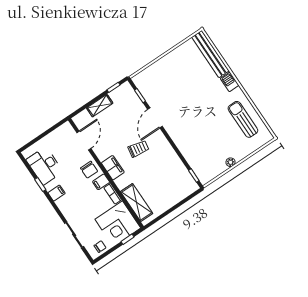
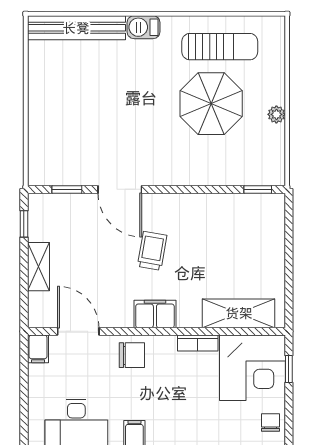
sun lounger: (243, 119) -> (220, 47), turned 180
parasol: (217, 132) -> (211, 104), added
filing cabinet: (101, 182) -> (38, 349), moved

